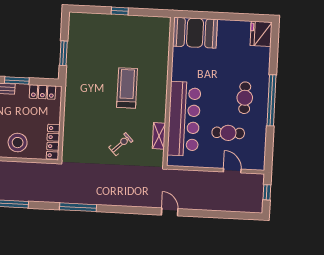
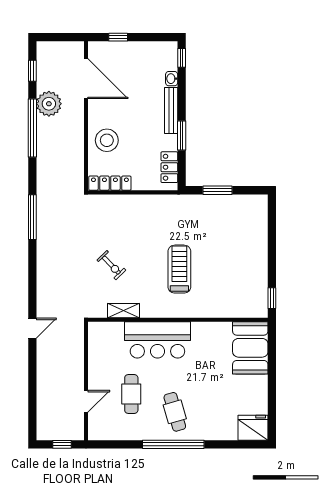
window: (120, 11) -> (272, 298), moved
treadmill: (127, 88) -> (179, 269), turned -90
cafe table: (245, 98) -> (175, 412), turned 74
bar counter: (184, 119) -> (157, 340), width x0.73

